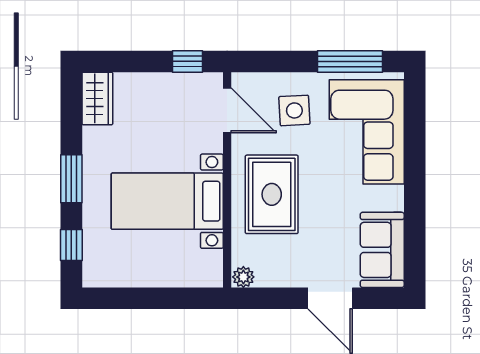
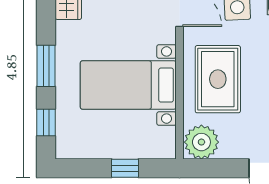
plant: (243, 277) -> (201, 142), width x1.88, depth x1.88
window: (163, 298) -> (125, 168), added

